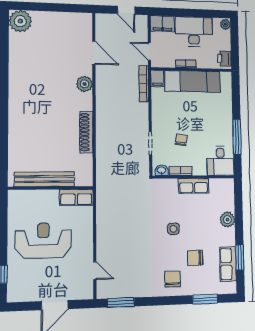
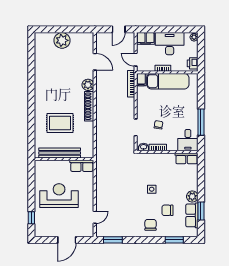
door: (126, 10) -> (119, 29), hinge flipped
plant: (20, 21) -> (62, 40), moved
shoe rack: (86, 132) -> (89, 106), moved
rug: (45, 137) -> (60, 123), added
row of seats: (194, 186) -> (187, 158), moved
plant: (227, 220) -> (192, 197), moved
door: (95, 271) -> (95, 217), hinge flipped

